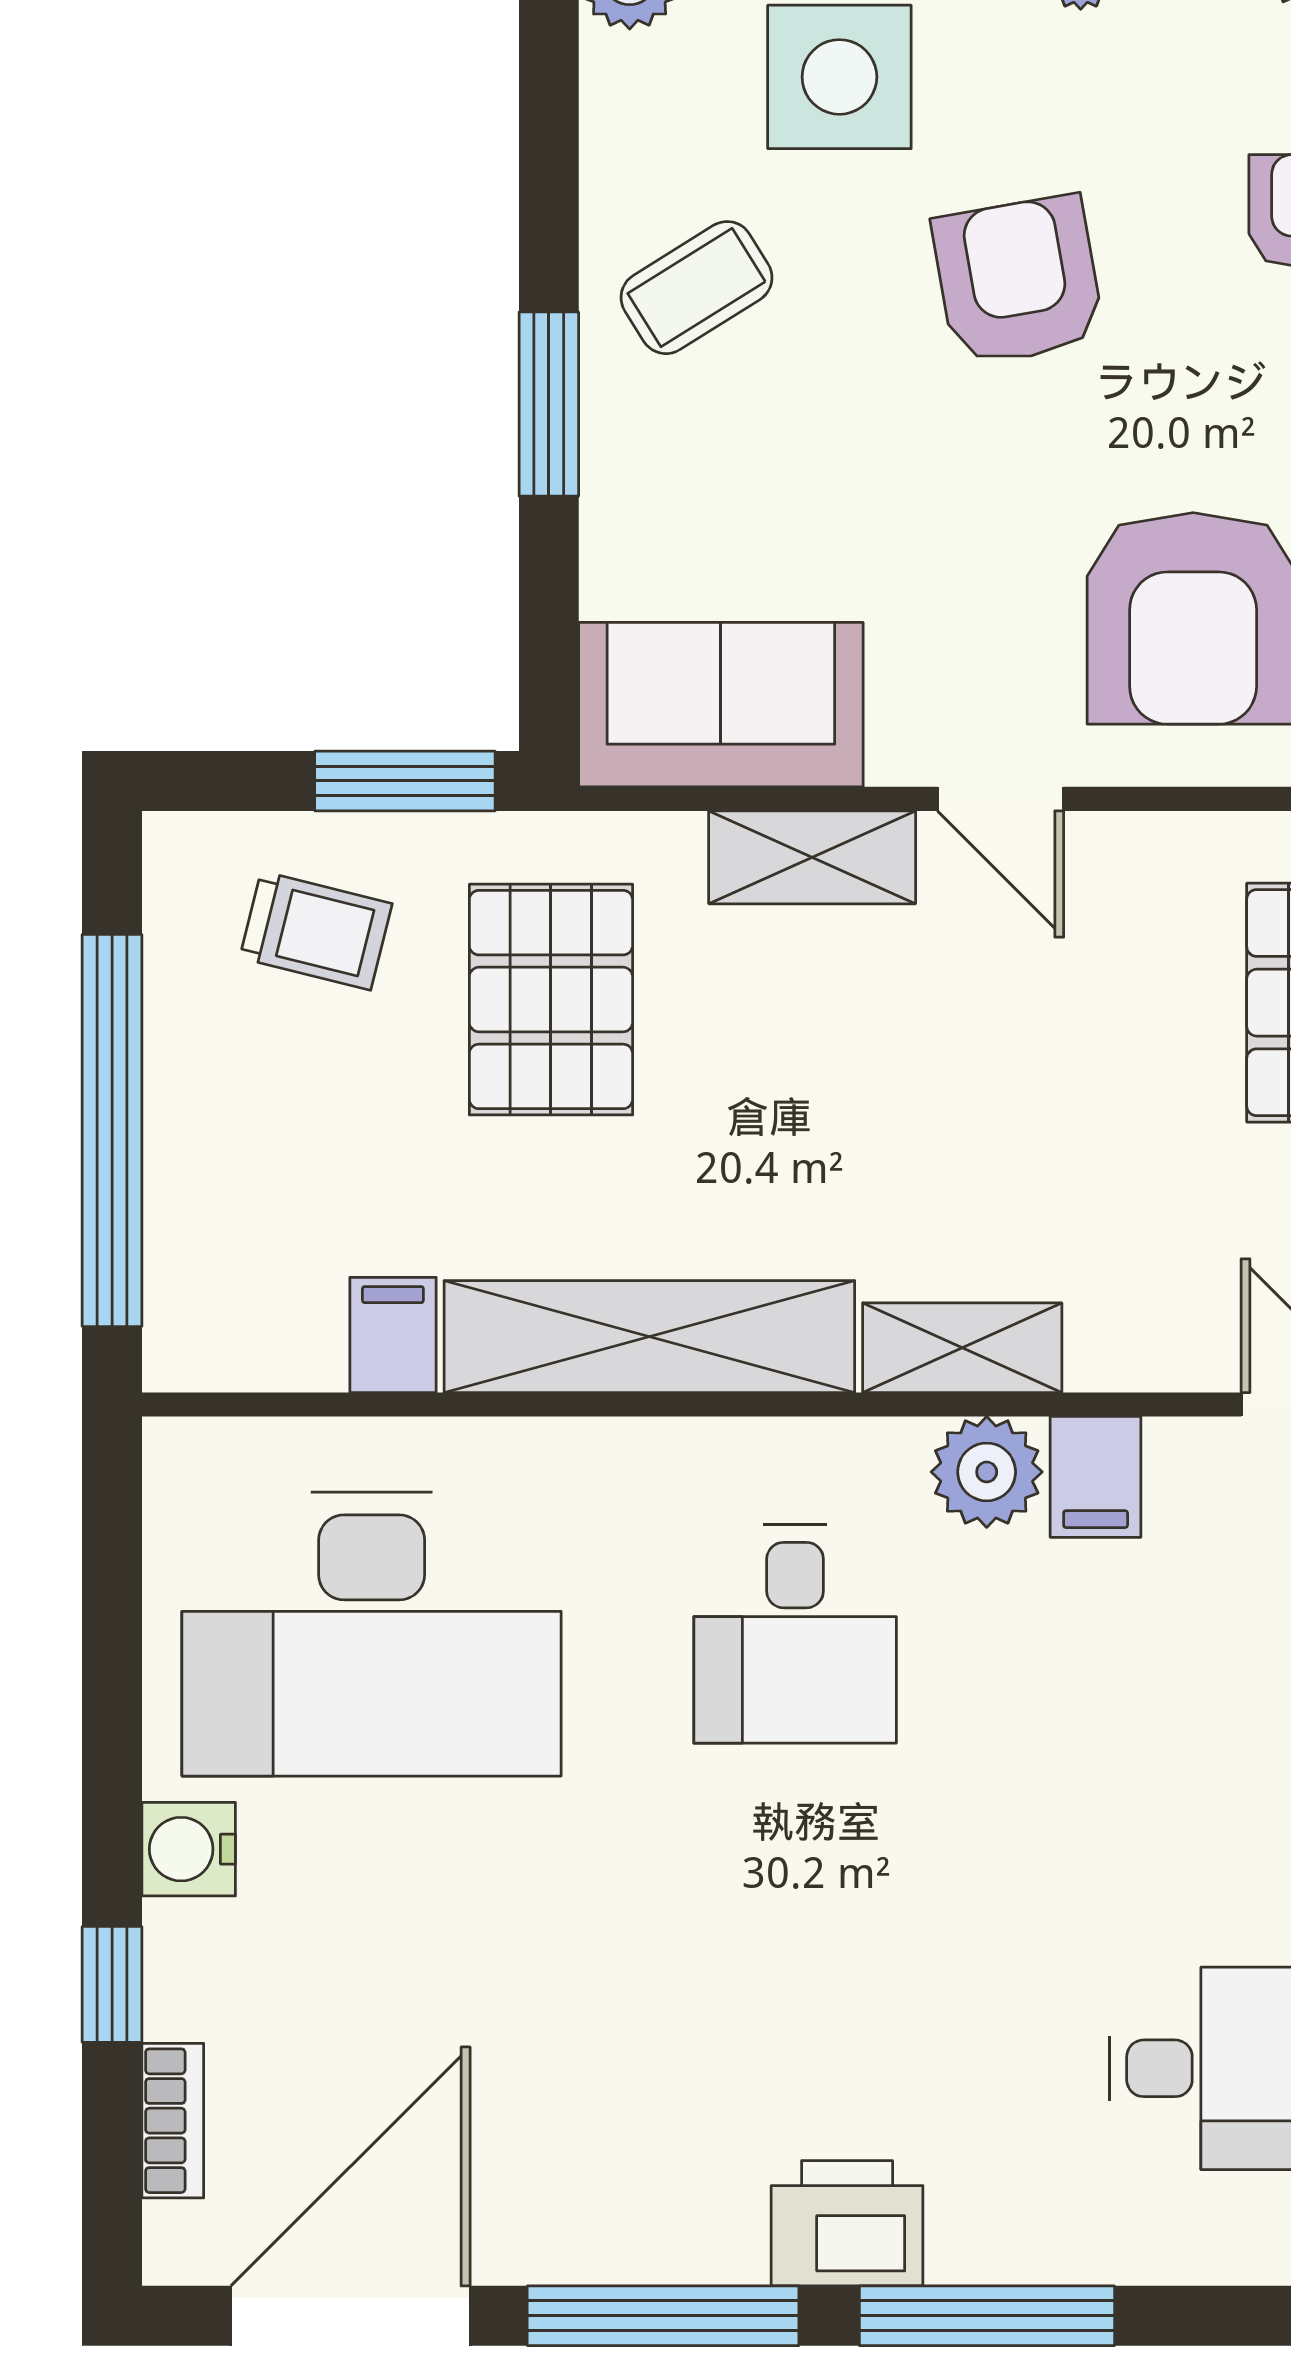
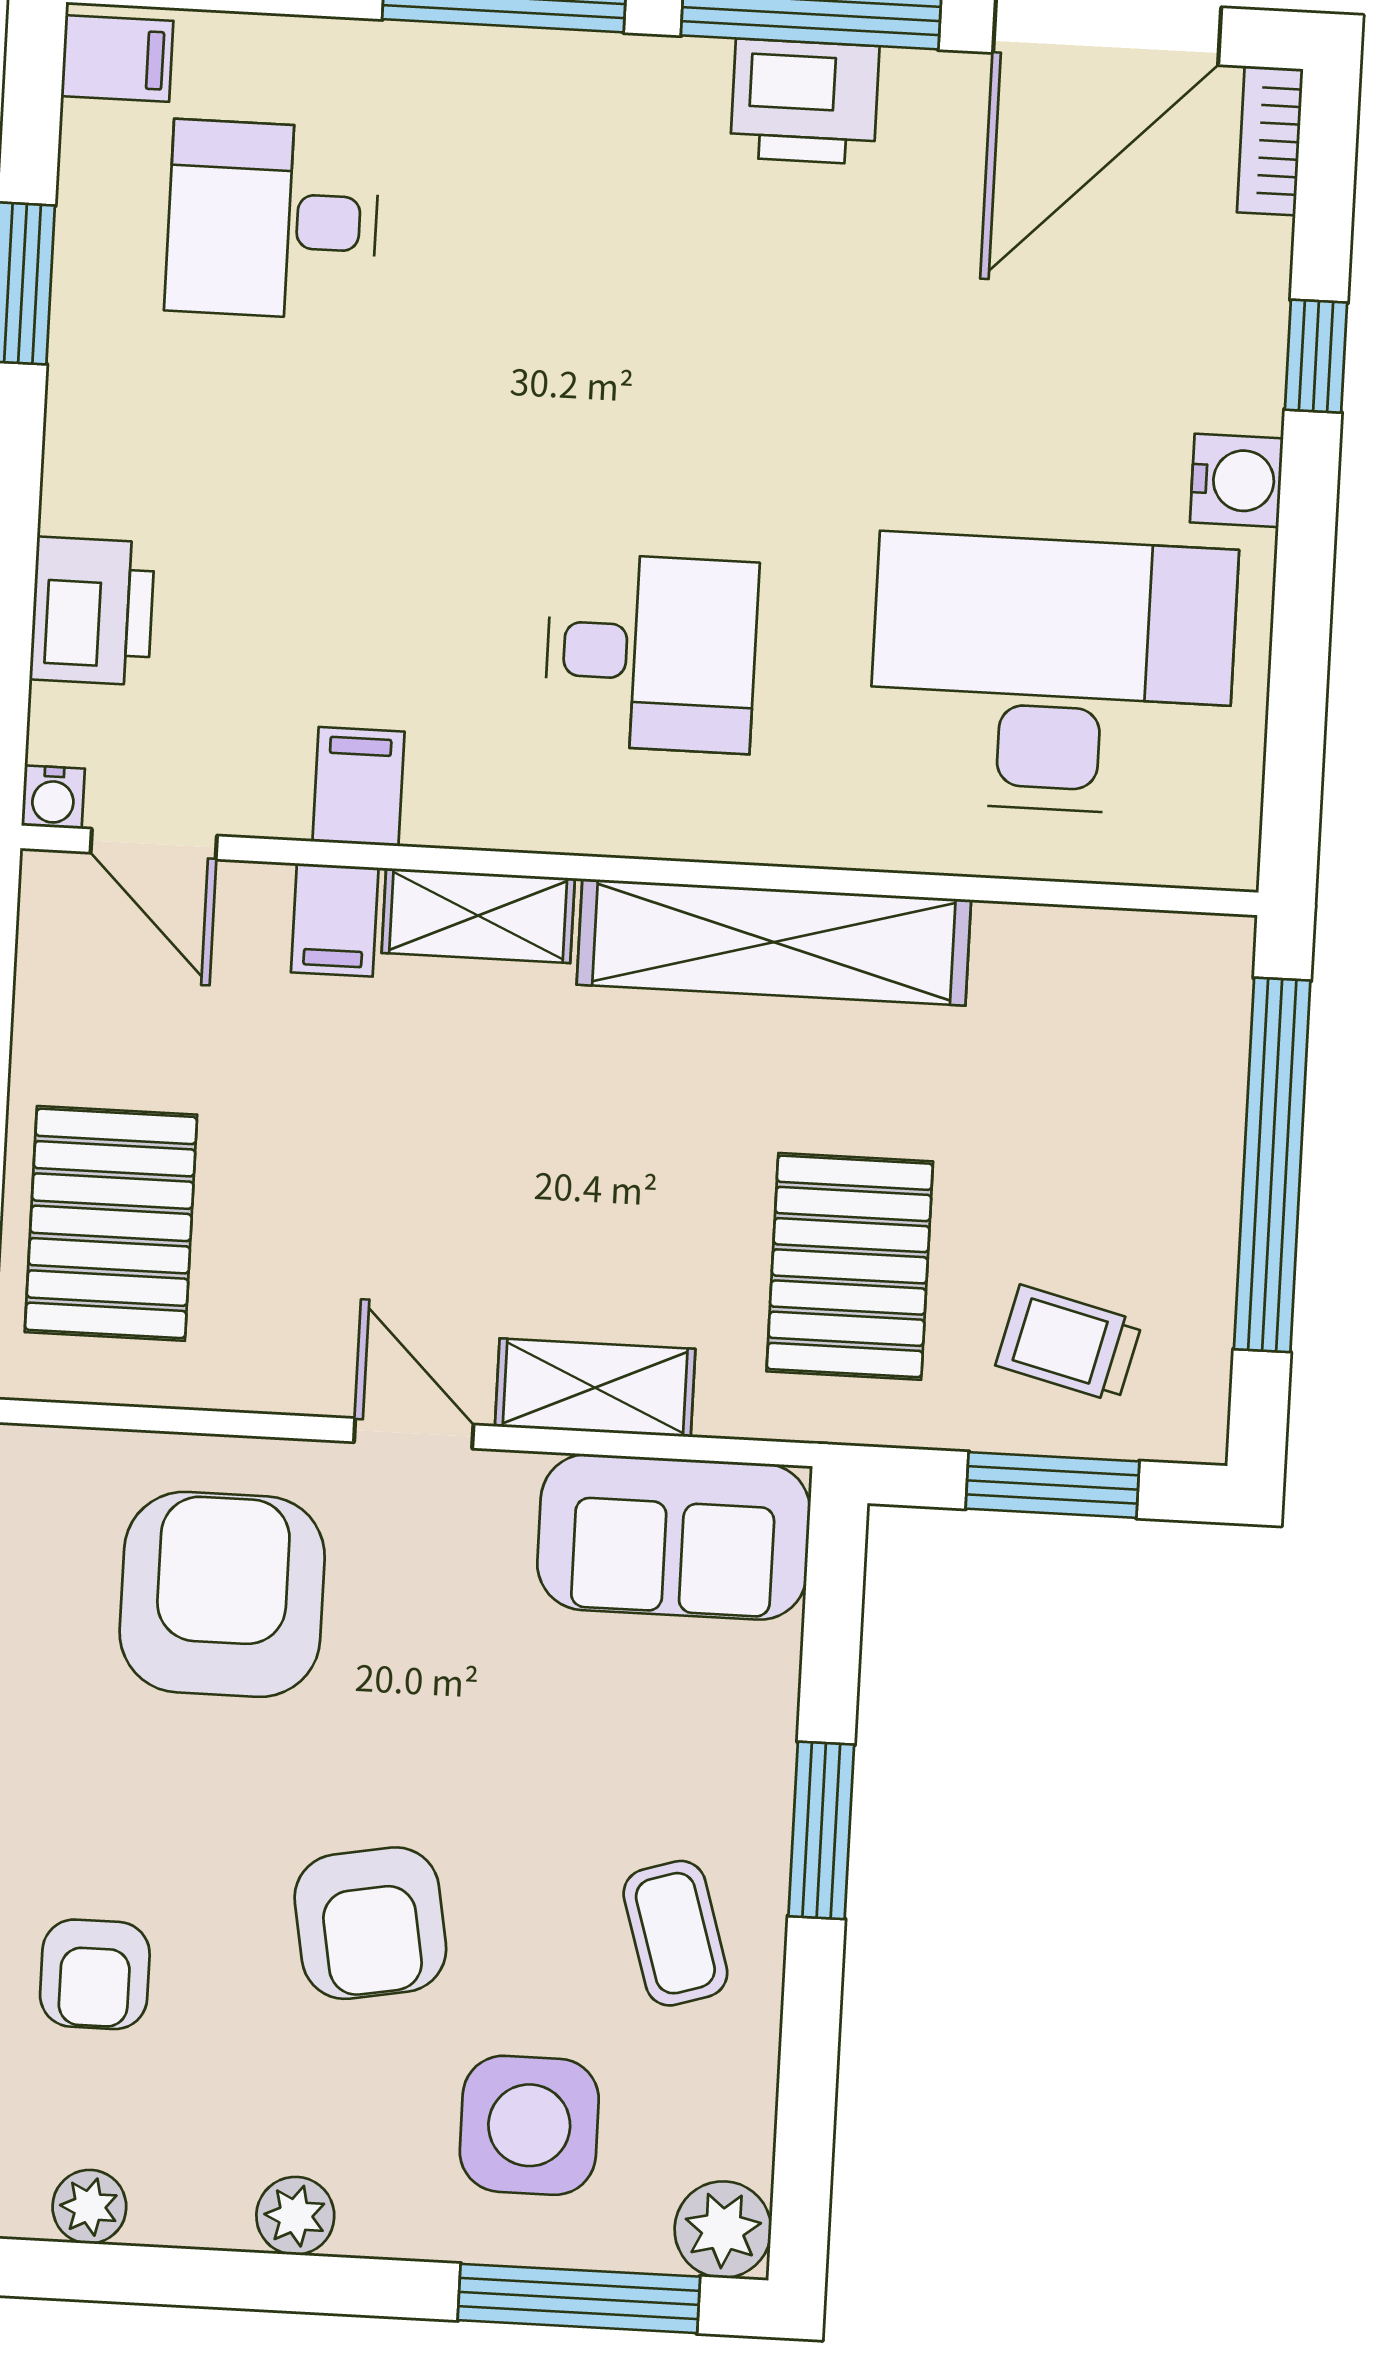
coffee table: (697, 288) -> (675, 1933), turned -75
window: (405, 781) -> (1053, 1485), moved
filing cabinet: (393, 1335) -> (335, 920), moved
plant: (987, 1472) -> (461, 797), removed
desk: (795, 1634) -> (651, 653), turned 90
bookcase: (173, 2121) -> (1270, 141), moved
printer: (847, 2223) -> (805, 102), moved

